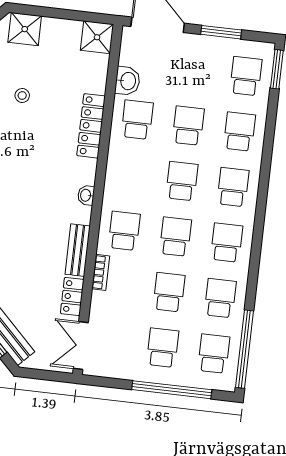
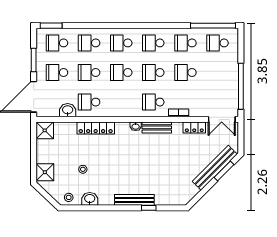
bench: (78, 250) -> (157, 127), moved
school desk: (163, 348) -> (57, 73), moved
window: (172, 390) -> (241, 86), moved

